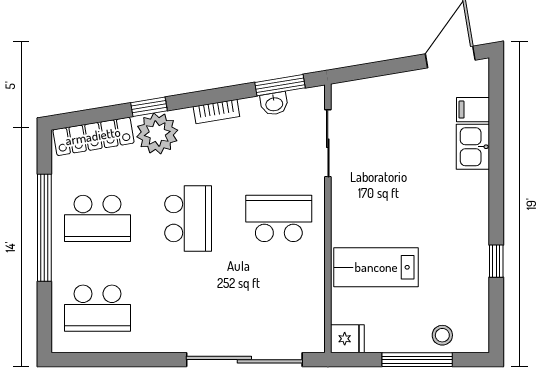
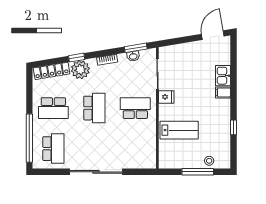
filing cabinet: (473, 110) -> (223, 92), moved
window: (44, 228) -> (29, 138), moved
lab bench: (376, 267) -> (179, 130), turned 180
school desk: (97, 308) -> (53, 149), turned -90
fridge: (347, 339) -> (166, 97), moved
sliding door: (244, 360) -> (96, 172), moved

